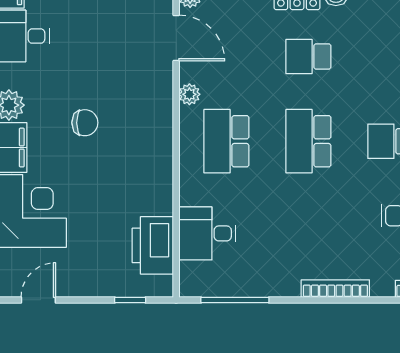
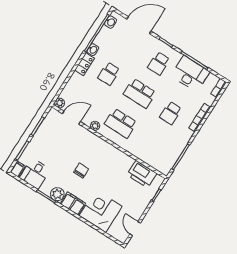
school desk: (308, 226) -> (171, 113), added
desk: (207, 233) -> (150, 152), removed

